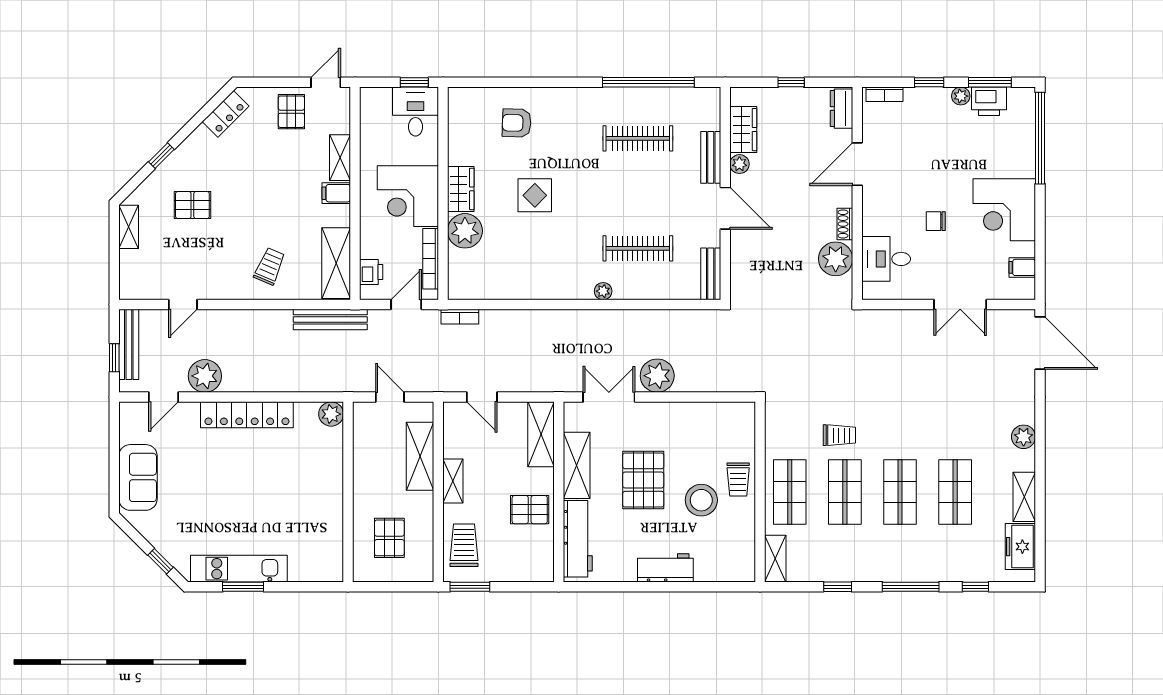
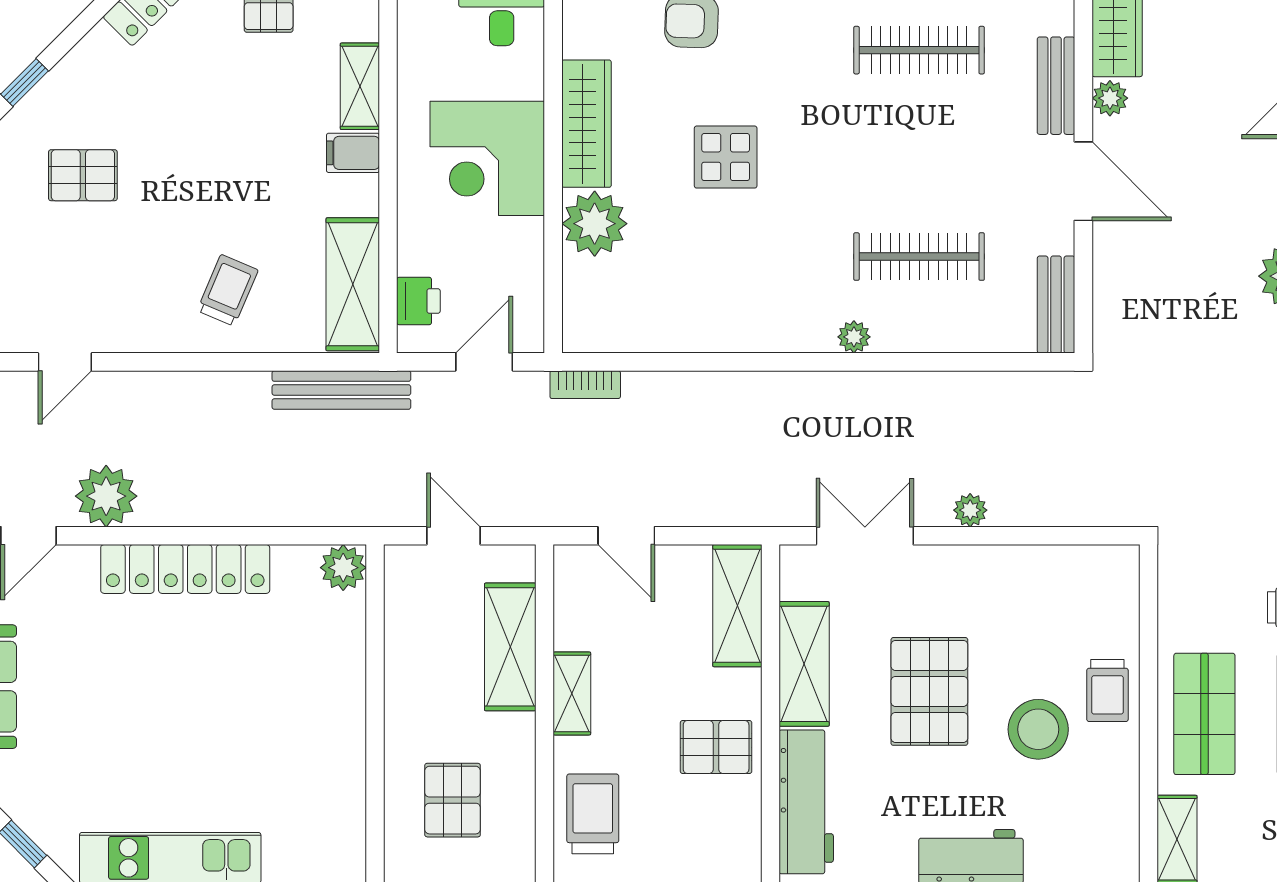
wardrobe: (461, 189) -> (587, 124), width x1.50
bookcase: (431, 259) -> (530, 276), removed
plant: (657, 376) -> (970, 510), width x0.53, depth x0.53

